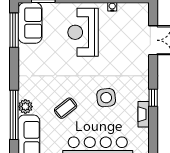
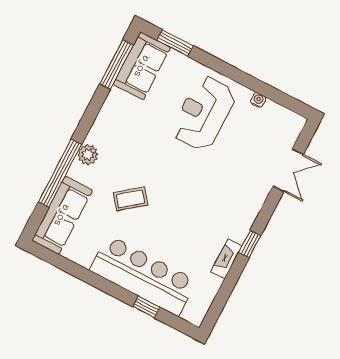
side table: (106, 98) -> (190, 213), removed
plant: (25, 107) -> (88, 155), moved

